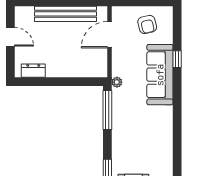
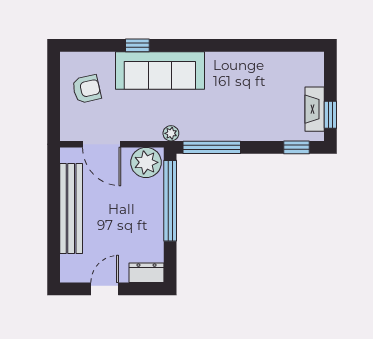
plant: (97, 65) -> (146, 162), added
dresser: (33, 71) -> (146, 273), moved, turned 90
window: (71, 82) -> (170, 201), added

